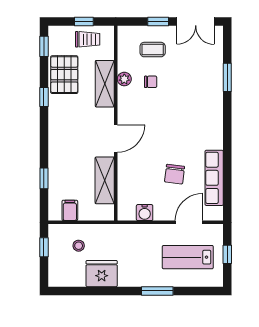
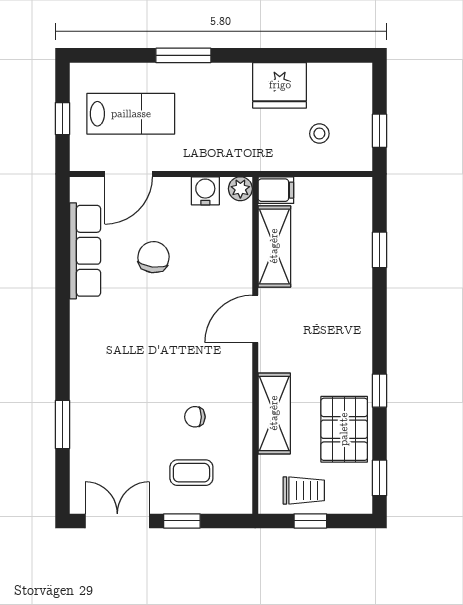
trolley: (88, 39) -> (304, 490), turned 180
plant: (124, 79) -> (240, 189), moved
filing cabinet: (70, 210) -> (276, 190), moved, turned -90

